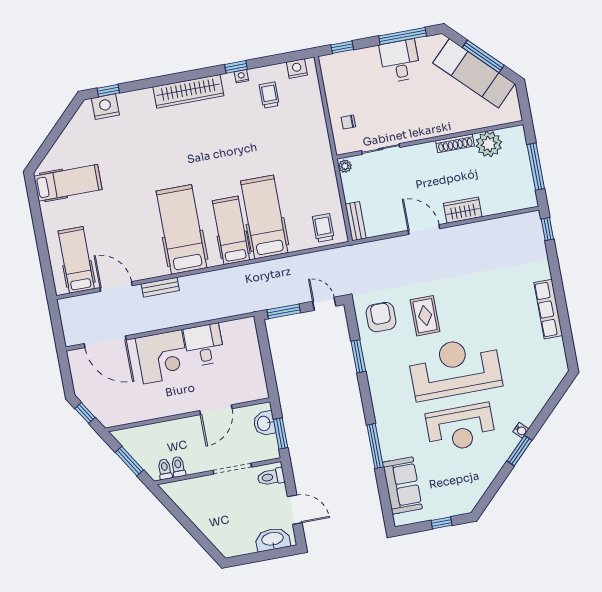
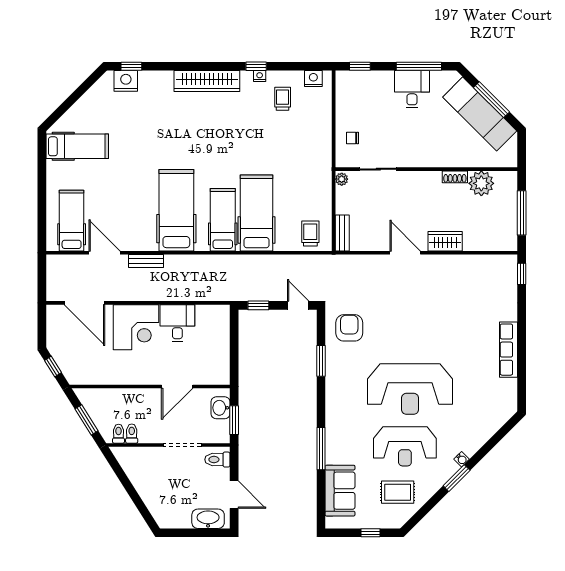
shoe rack: (455, 143) -> (455, 177), width x0.70
window: (284, 311) -> (258, 305), width x0.67
rug: (425, 316) -> (398, 492), moved, turned 90
reception desk: (455, 368) -> (410, 389), turned 180

